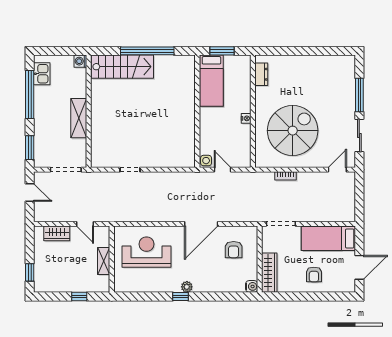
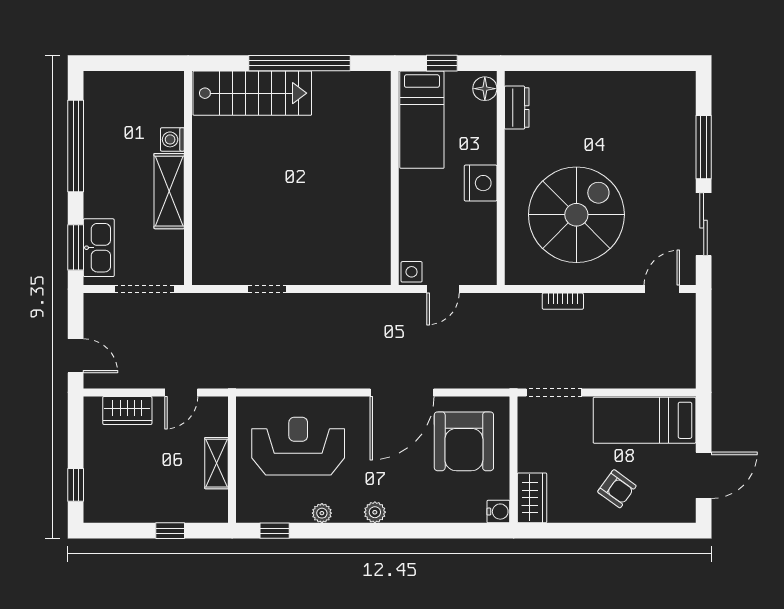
window: (222, 51) -> (442, 63), width x0.67
washing machine: (80, 61) -> (172, 139), moved
floor lamp: (245, 64) -> (485, 89), added
kitchen sink: (42, 74) -> (99, 248), moved, width x1.38
nightstand: (246, 118) -> (481, 183), width x1.89, depth x1.79
door: (223, 170) -> (443, 289), swing flipped
door: (30, 192) -> (76, 356), moved
door: (85, 224) -> (181, 392), hinge flipped
armchair: (234, 250) -> (464, 441), width x1.88, depth x1.88
wardrobe: (269, 273) -> (532, 498), width x0.67
armchair: (314, 274) -> (617, 489), turned -54
plant: (159, 287) -> (322, 513), added
window: (180, 296) -> (275, 531), moved

